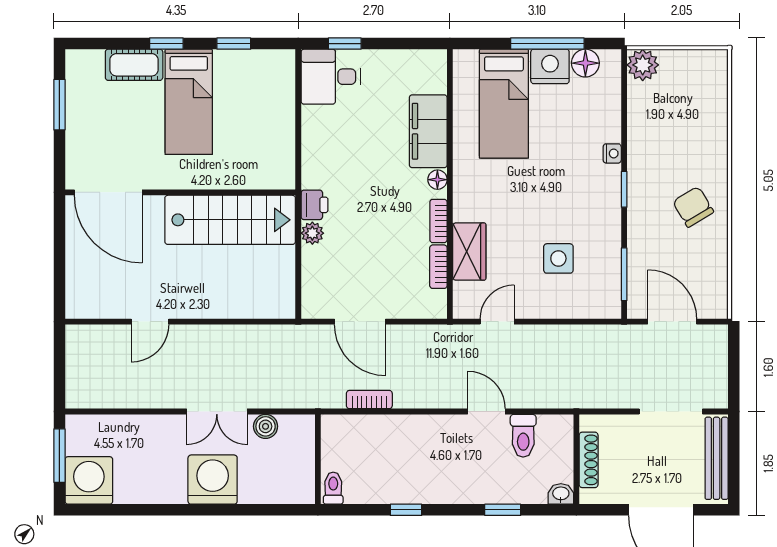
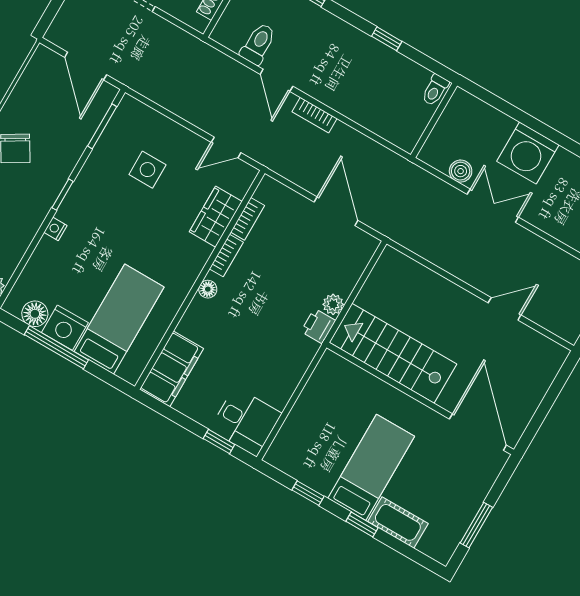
filing cabinet: (428, 131) -> (172, 369), moved
bookcase: (369, 400) -> (314, 115), moved

